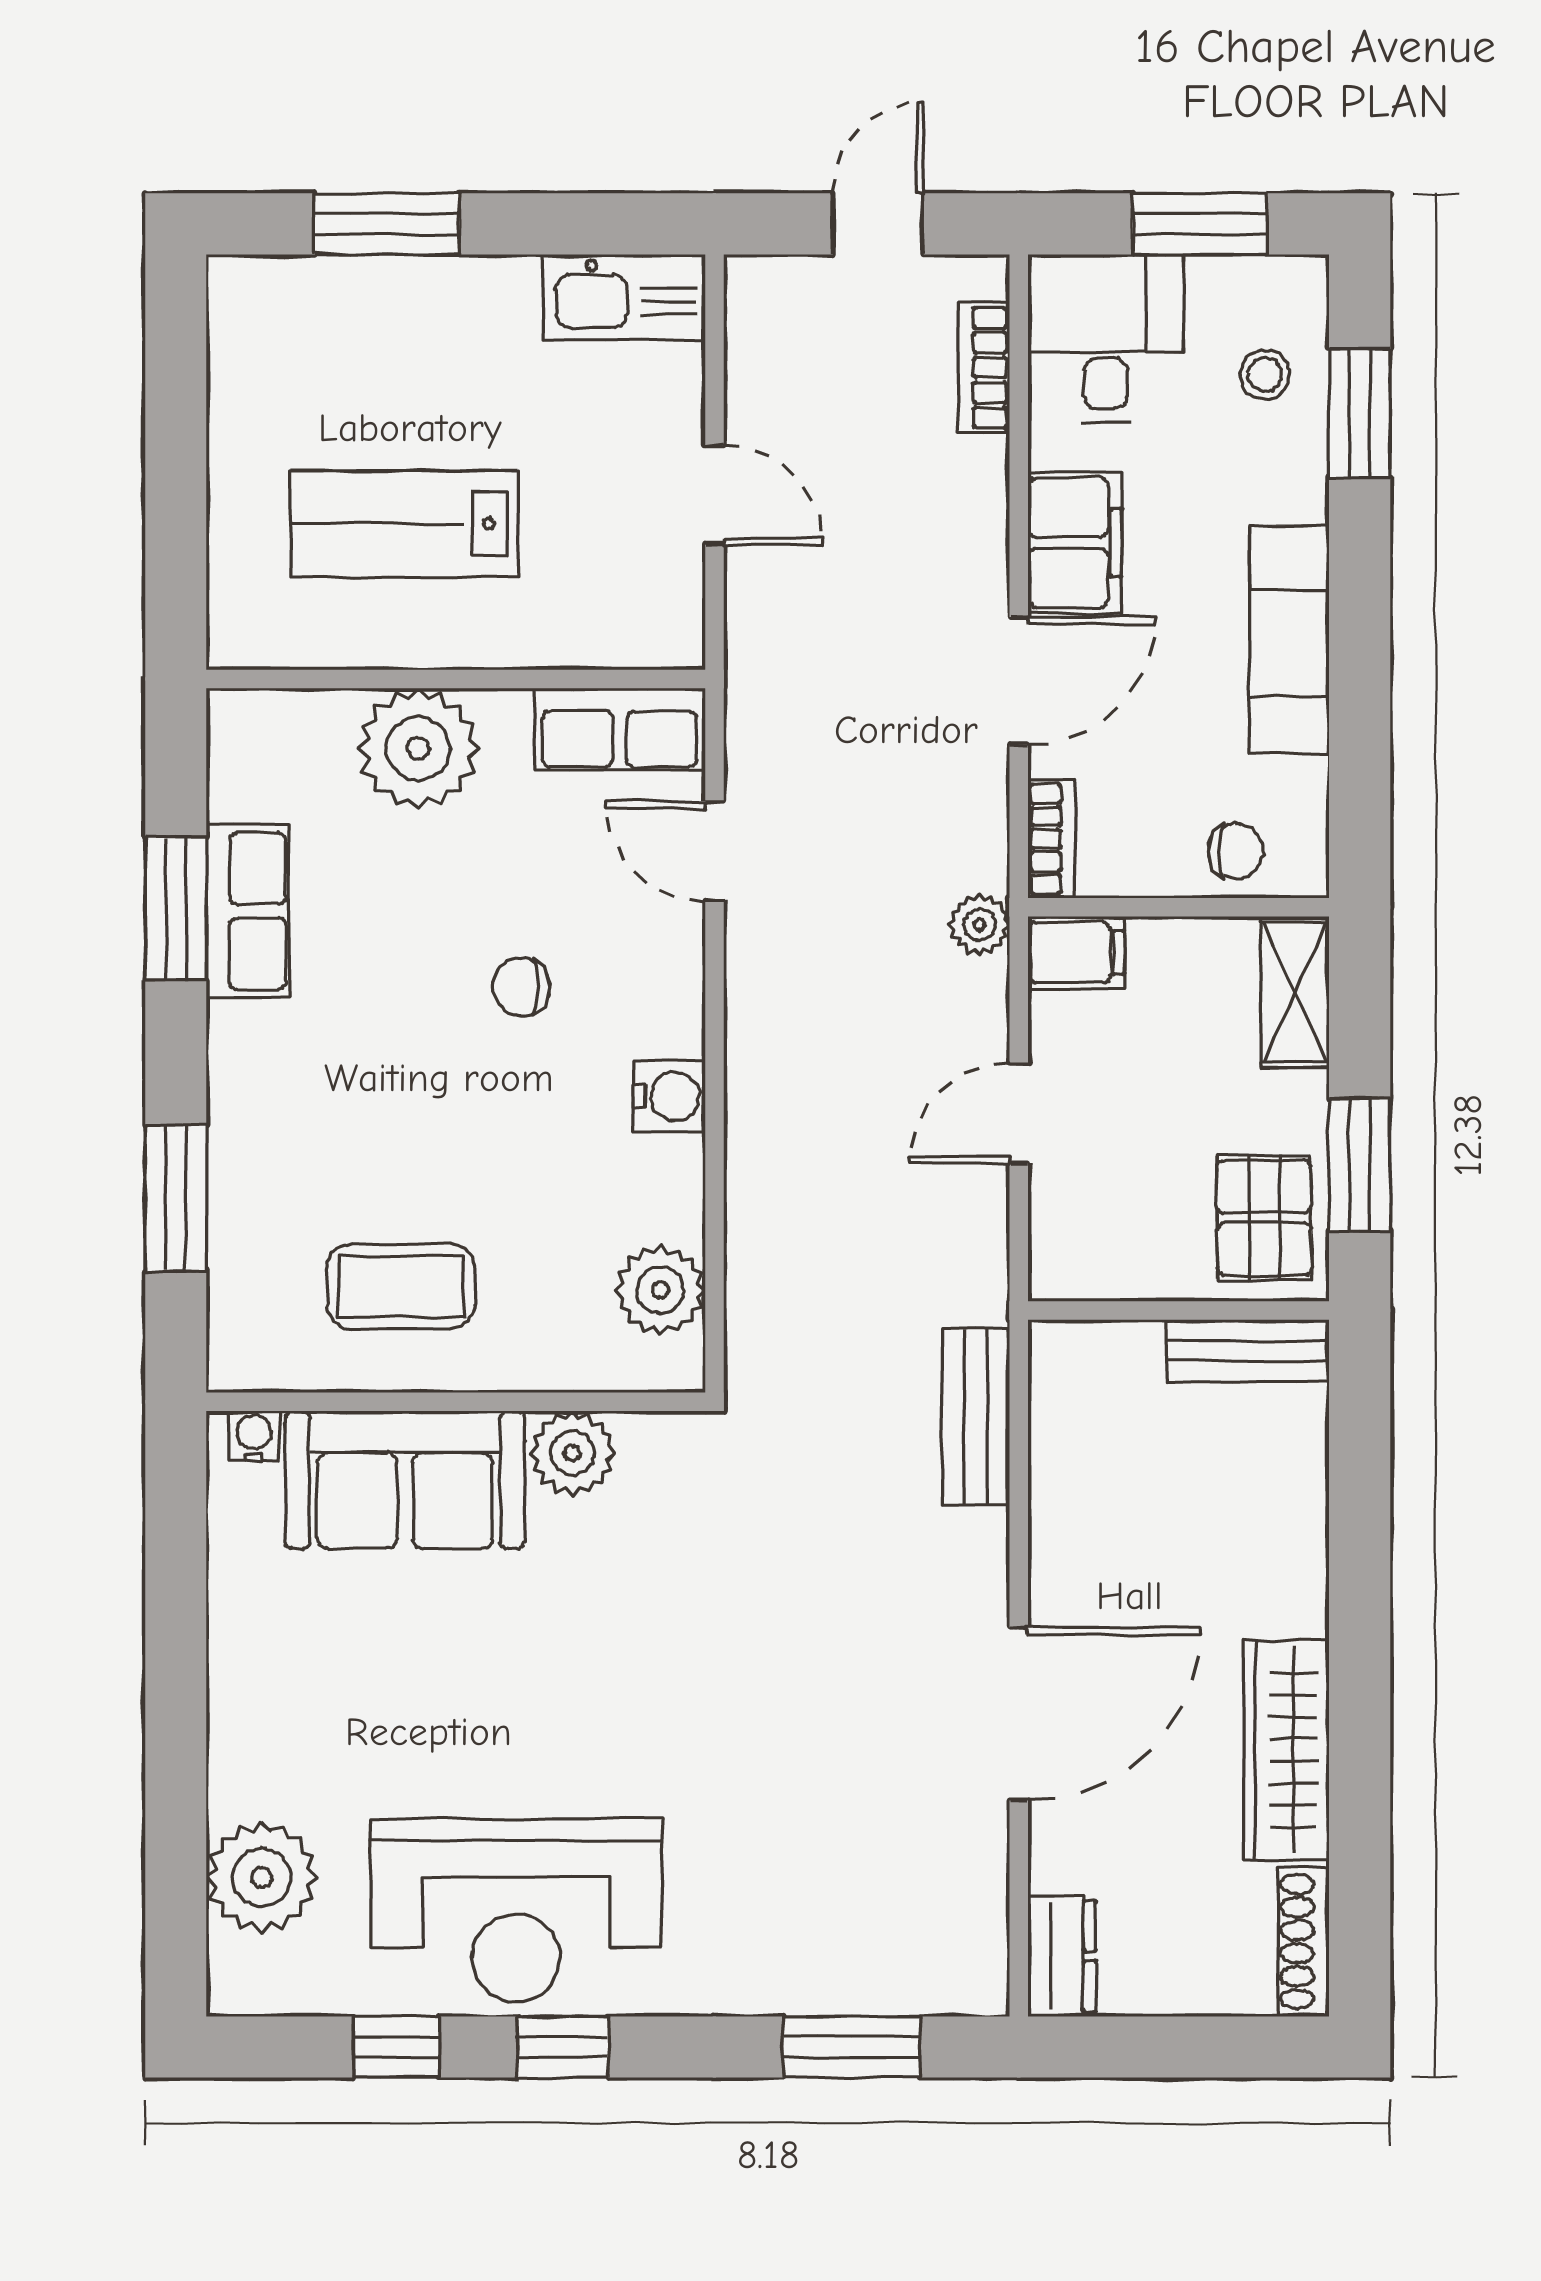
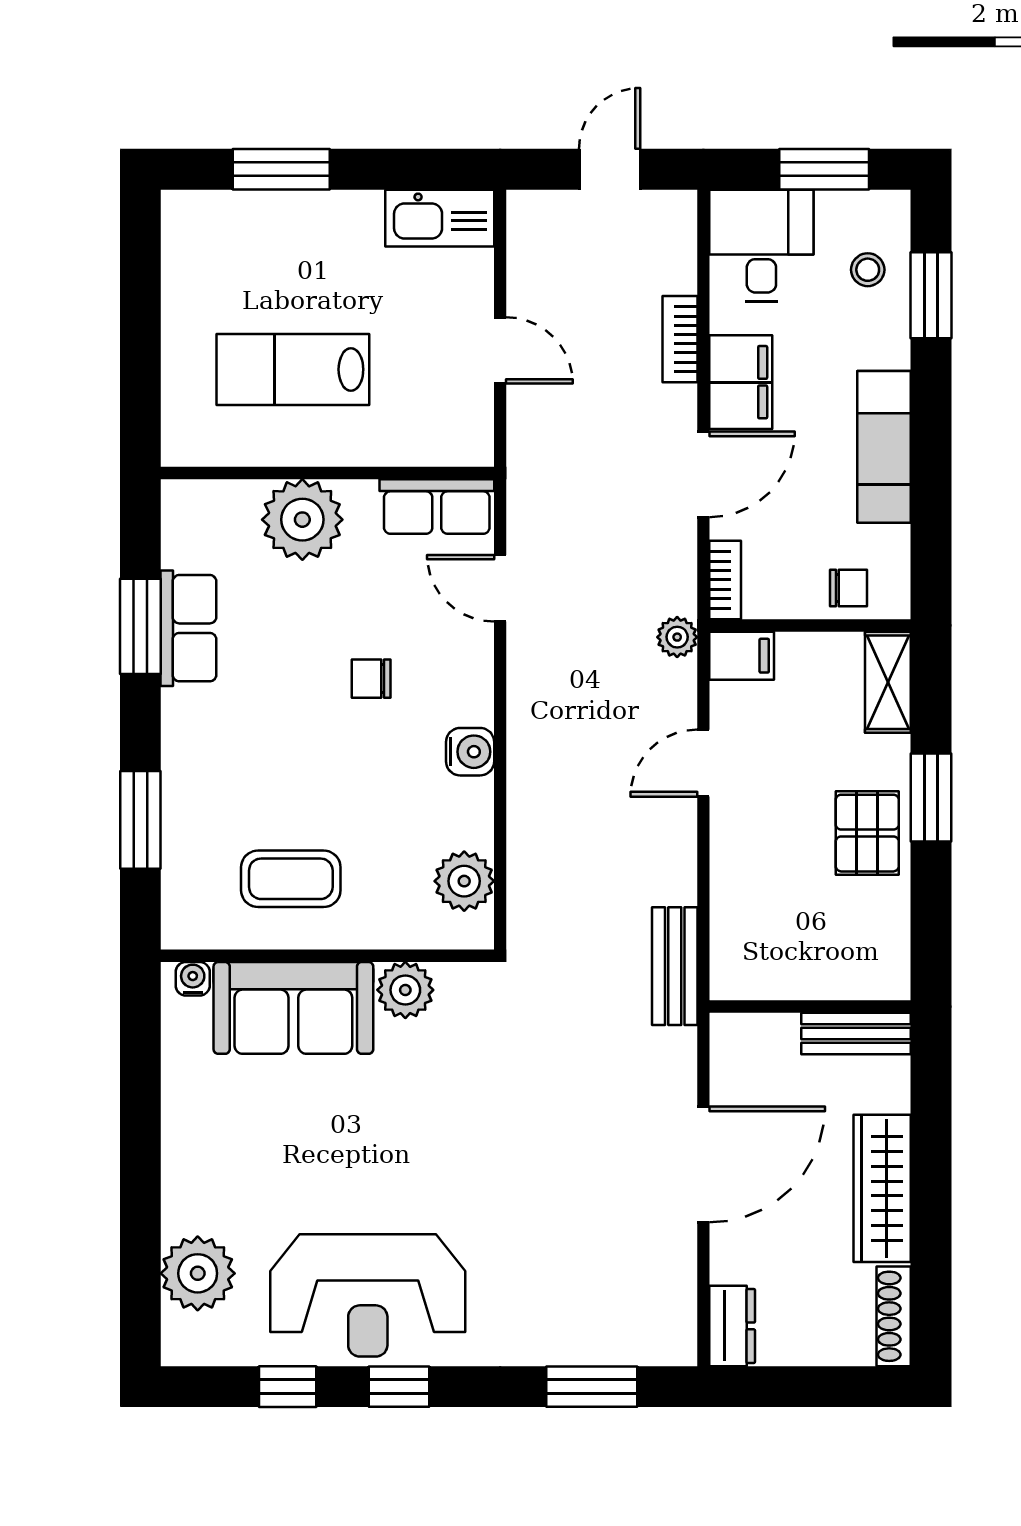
bookcase: (984, 368) -> (680, 339), moved
wall: (1179, 1310) -> (810, 1007), moved
bench: (1247, 1351) -> (856, 1033), moved

